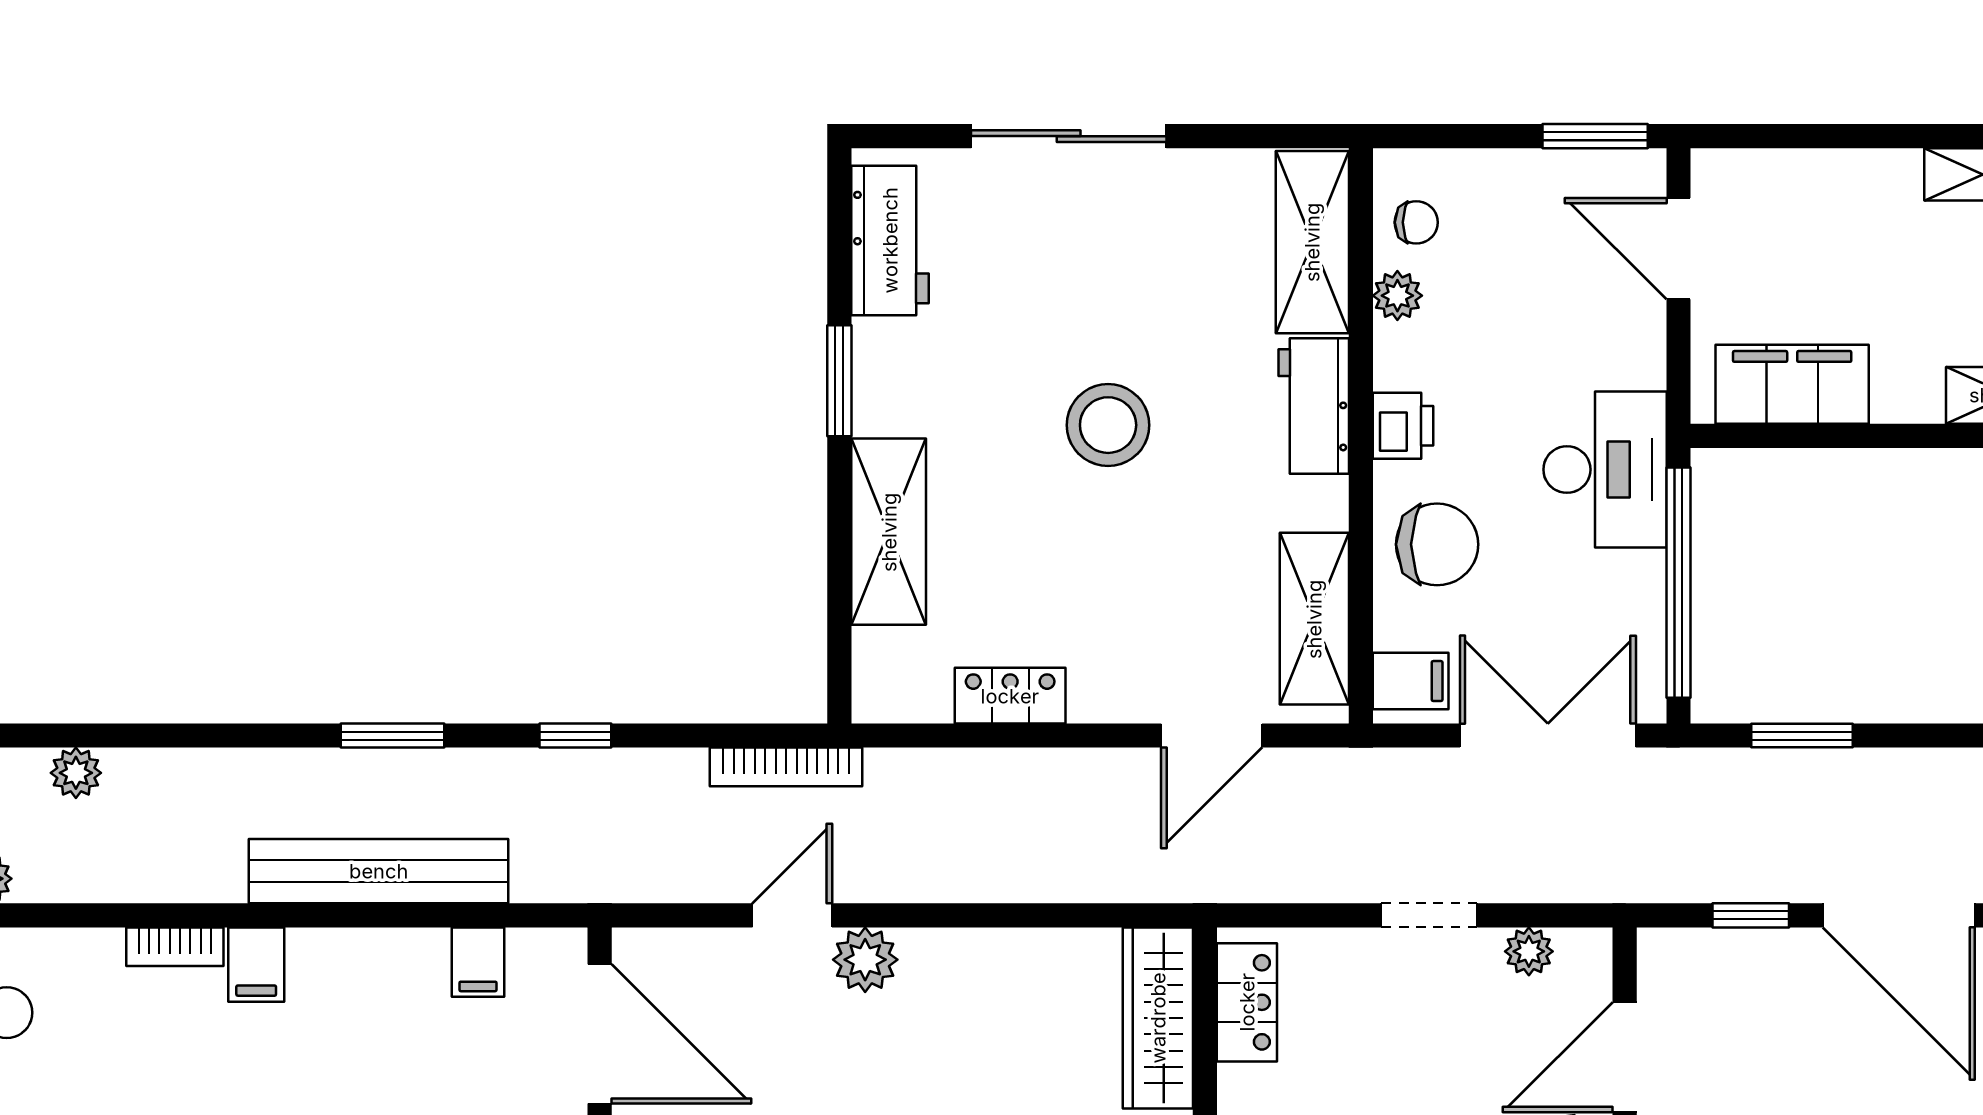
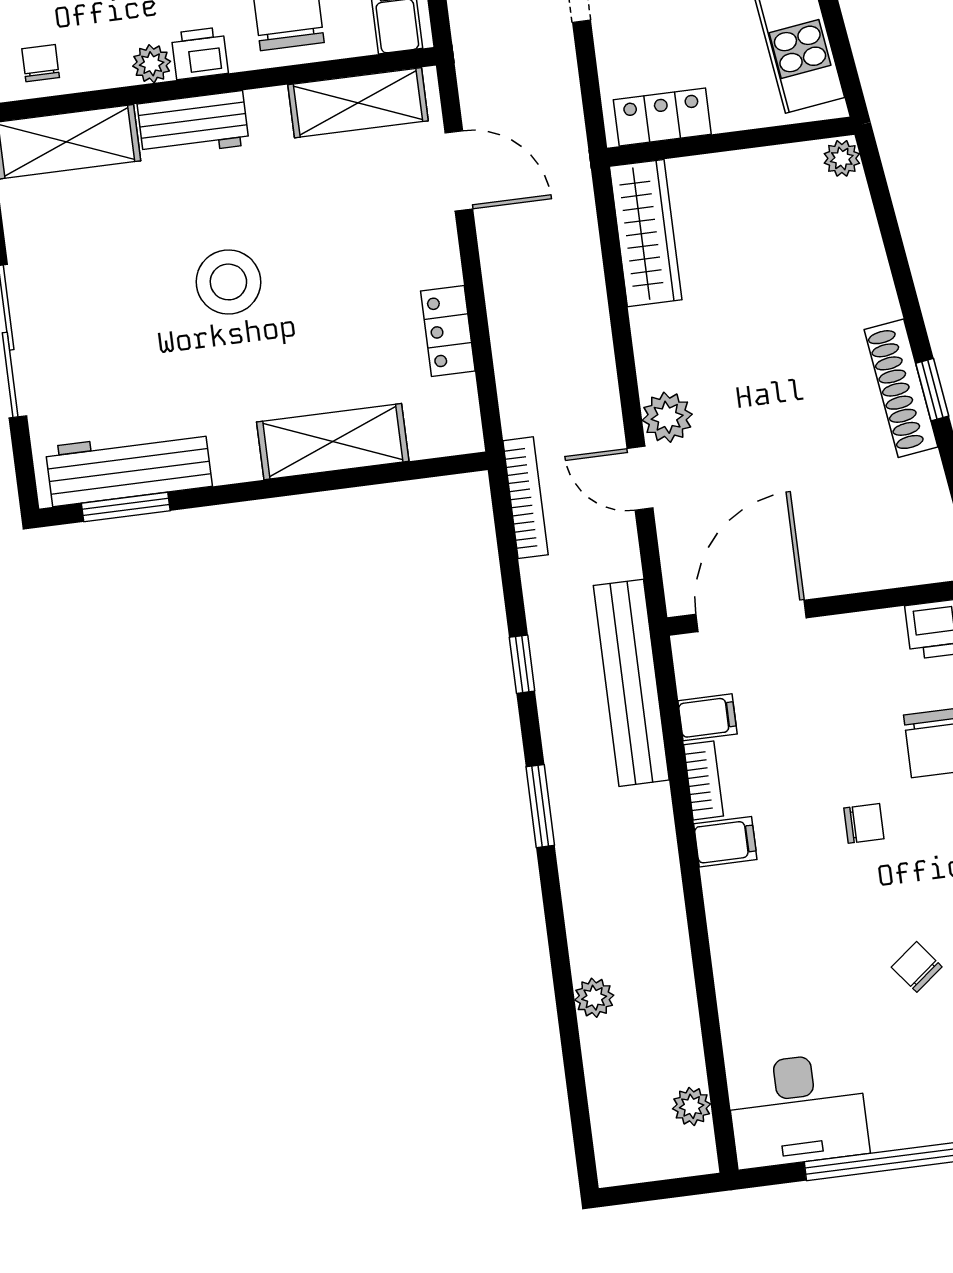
workbench: (890, 240) -> (129, 467), width x1.37
plant: (1397, 296) -> (152, 64), moved
window: (839, 381) -> (126, 507), moved
plant: (76, 773) -> (594, 998), moved
bench: (379, 871) -> (631, 683), moved
bookcase: (175, 947) -> (703, 780), moved
filing cabinet: (256, 965) -> (725, 842), moved
wardrobe: (1158, 1018) -> (646, 233), moved, turned -90

